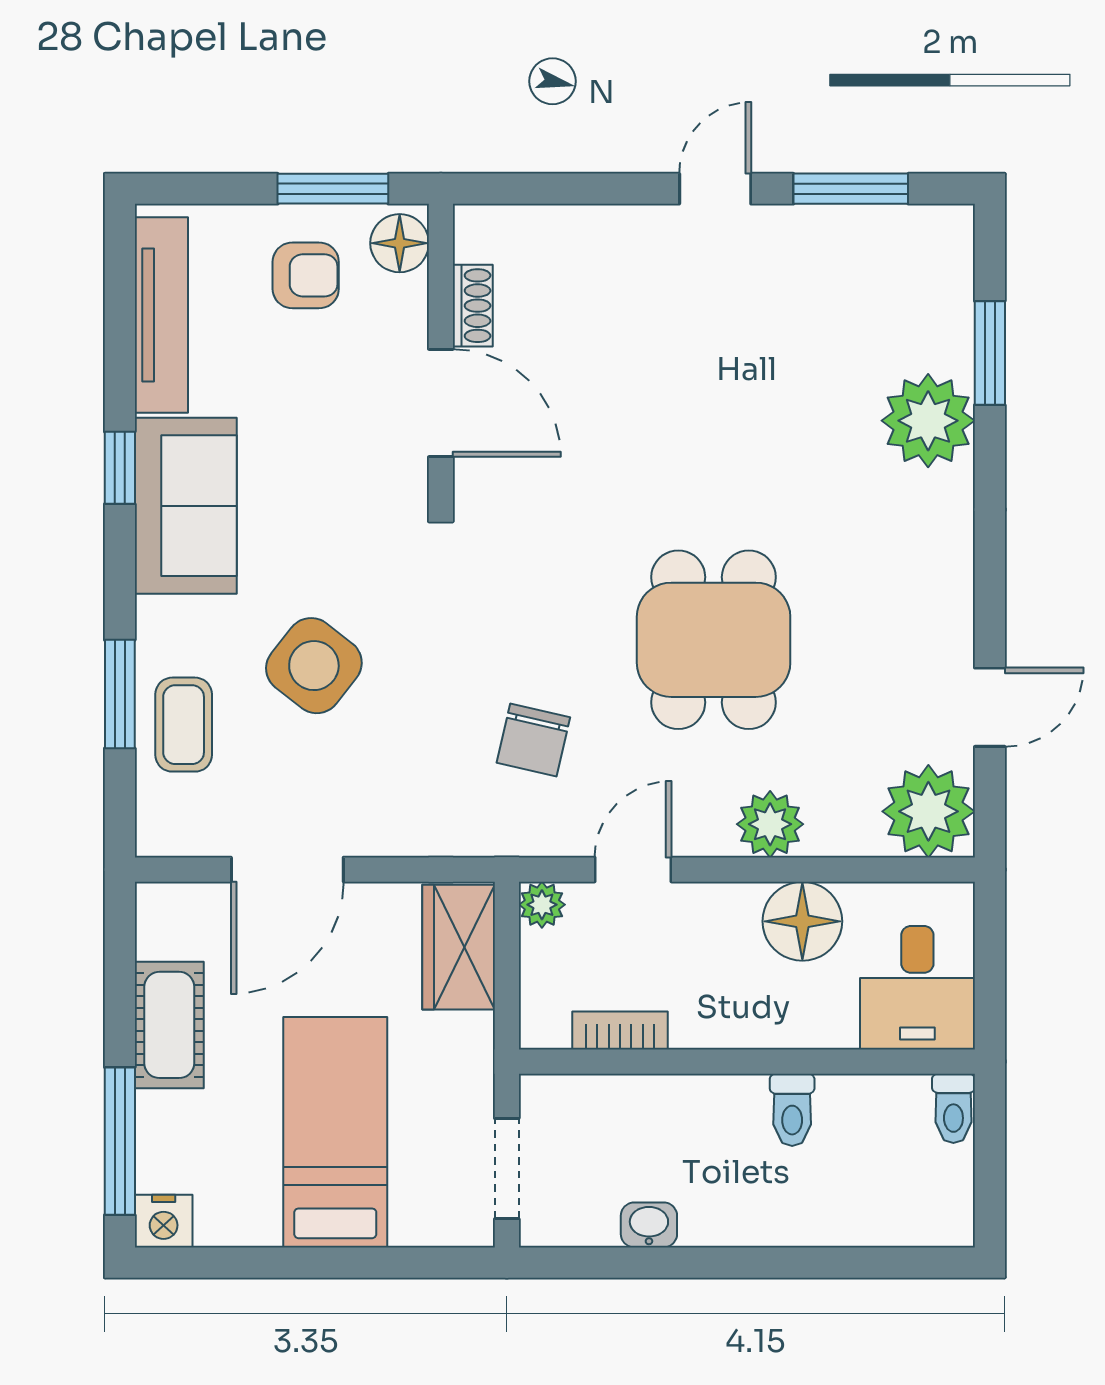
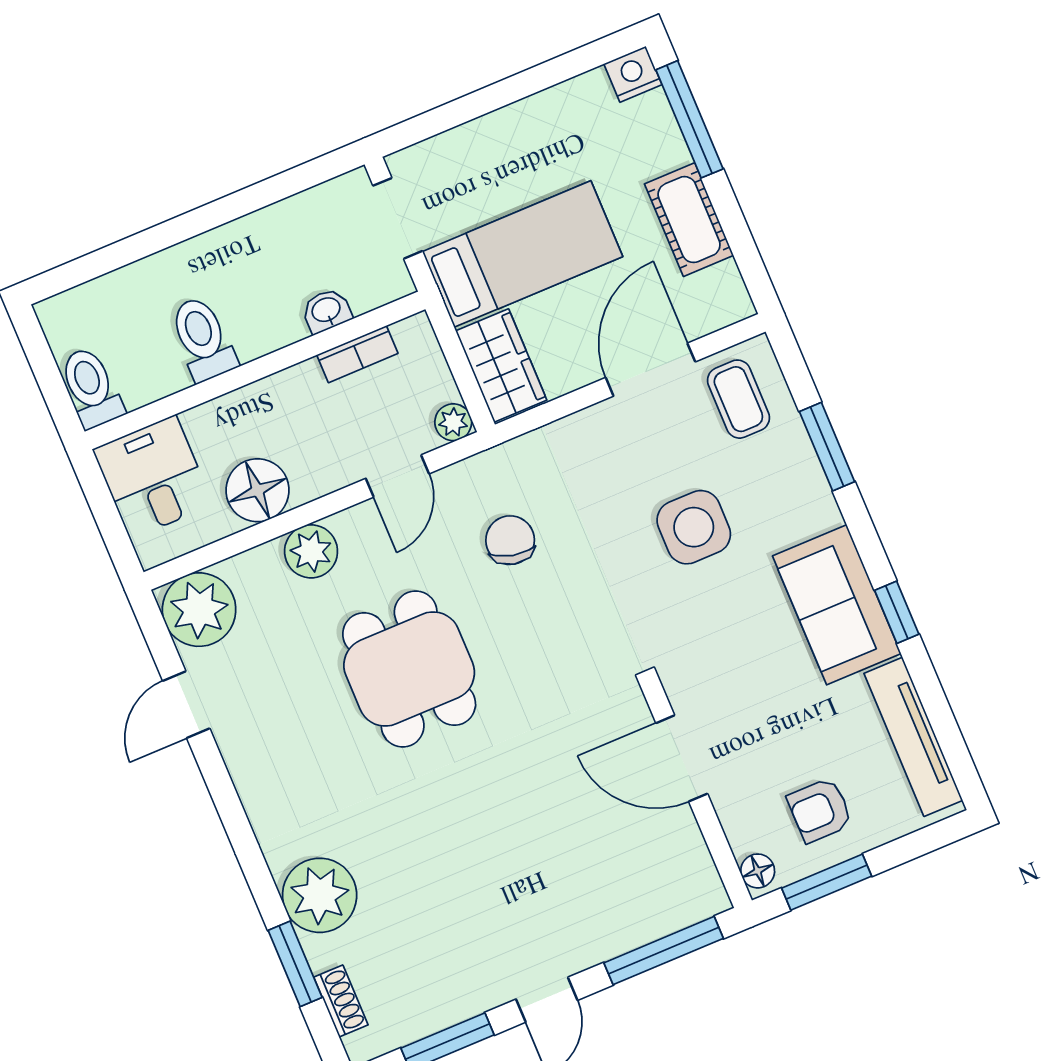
window: (556, 189) -> (664, 951), added
floor lamp: (400, 243) -> (758, 871), width x0.73, depth x0.73
shoe rack: (473, 306) -> (341, 1001), moved, turned 180
side table: (314, 666) -> (694, 527), turned -38
coffee table: (184, 725) -> (738, 399), moved
toilet: (953, 1108) -> (91, 388), width x1.37, depth x1.39
toilet: (792, 1110) -> (203, 339), width x1.37, depth x1.39
bed: (335, 1132) -> (522, 254), moved, turned -90
washbasin: (649, 1225) -> (326, 311), moved, turned 180

